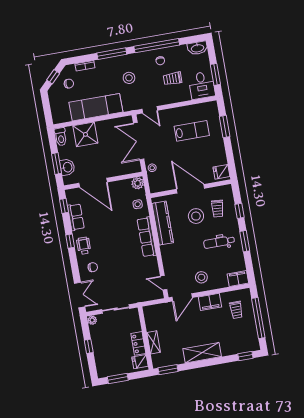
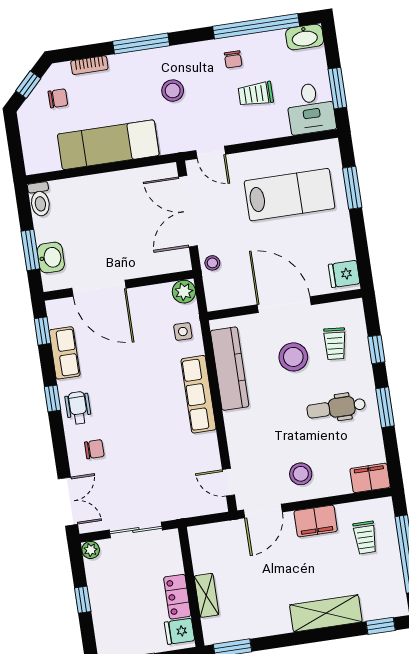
window: (157, 46) -> (256, 26), moved
lab bench: (192, 131) -> (290, 195), width x1.36, depth x1.39
shower: (85, 134) -> (87, 196), removed
shelving: (202, 353) -> (326, 613), moved

